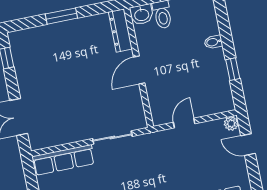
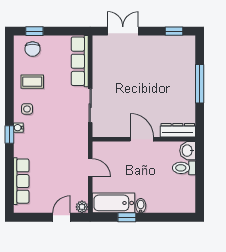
window: (61, 16) -> (200, 84), width x1.44
bidet: (213, 42) -> (141, 206), moved
bathtub: (219, 88) -> (113, 203), added

